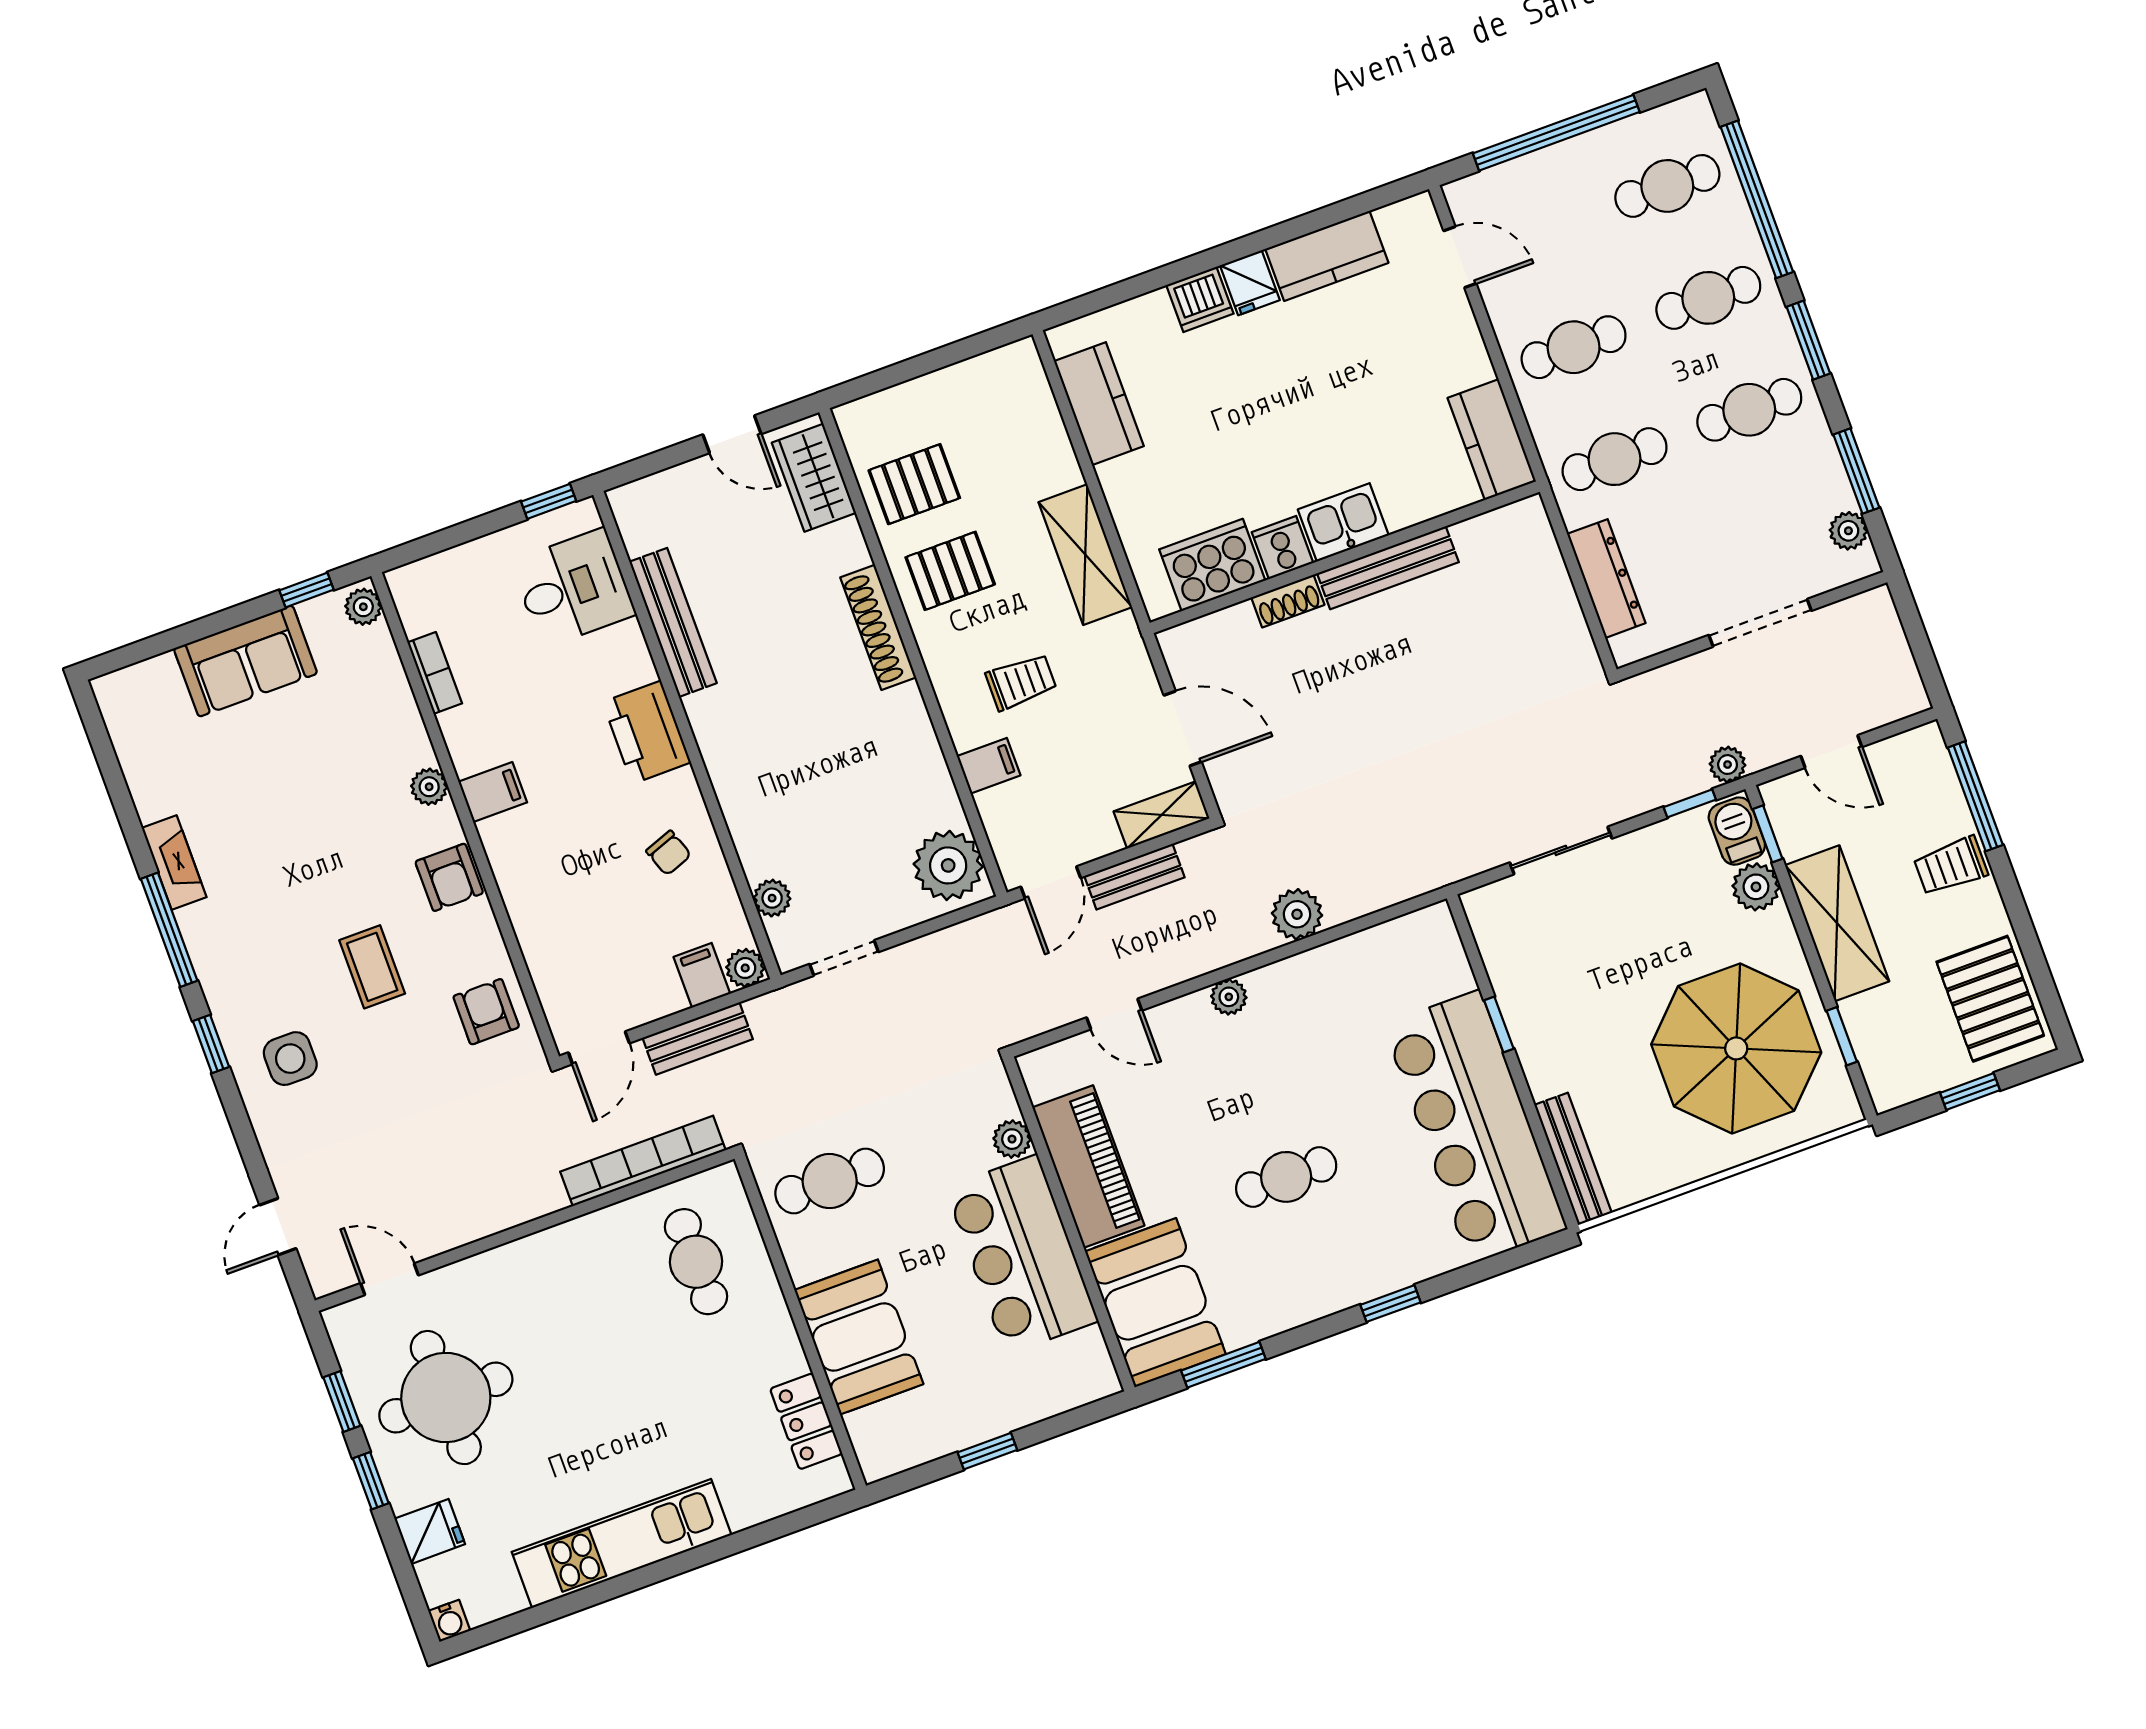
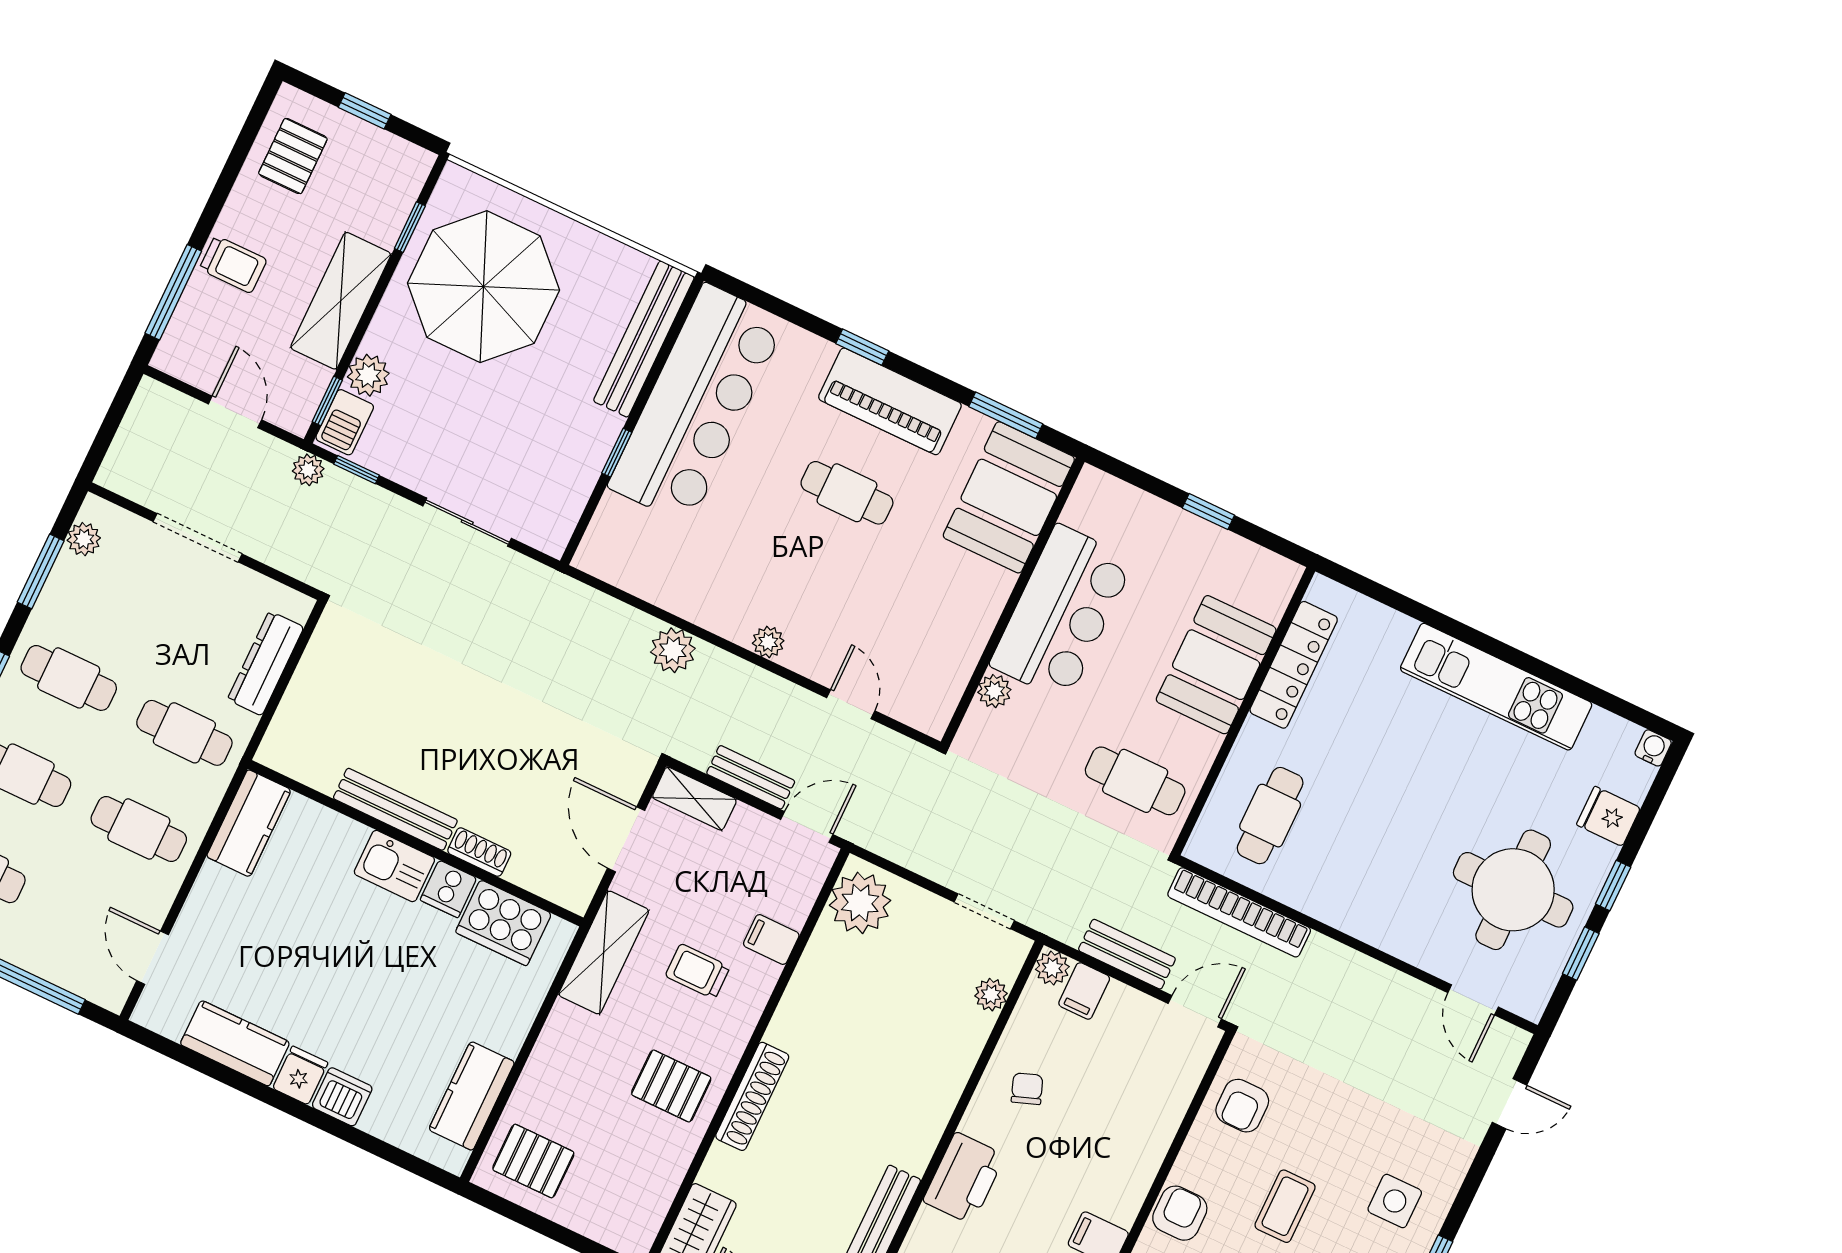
pallet: (914, 484) -> (533, 1161), moved
shelving: (1085, 555) -> (604, 952), moved
pallet: (1990, 999) -> (293, 156), width x0.67, depth x0.71
bench: (1573, 1159) -> (644, 339), width x1.37, depth x1.21
piano: (1088, 1167) -> (890, 401), moved, turned -90
locker: (806, 1421) -> (1294, 665), width x1.53

